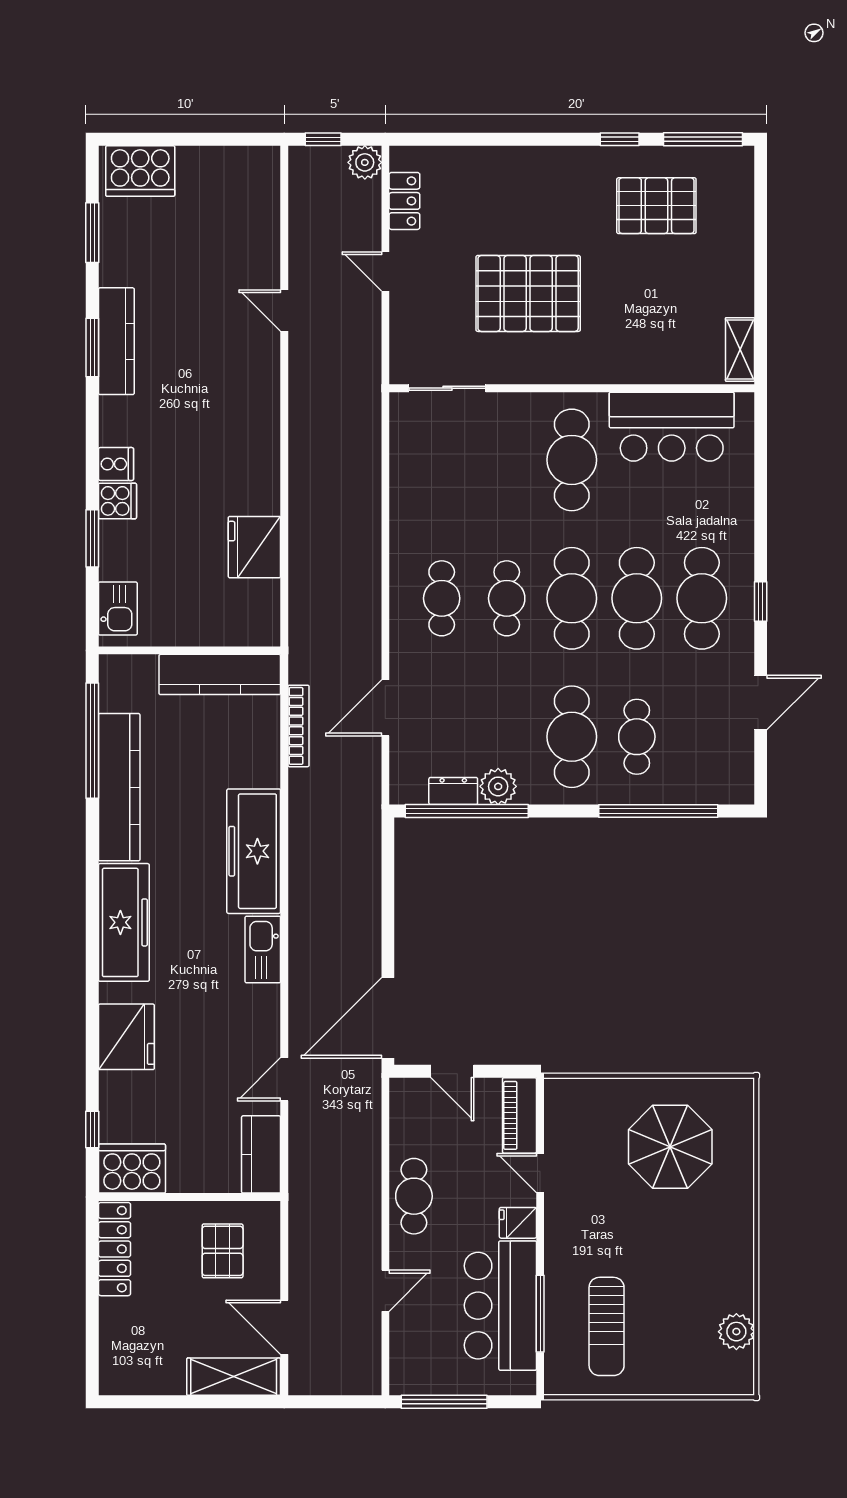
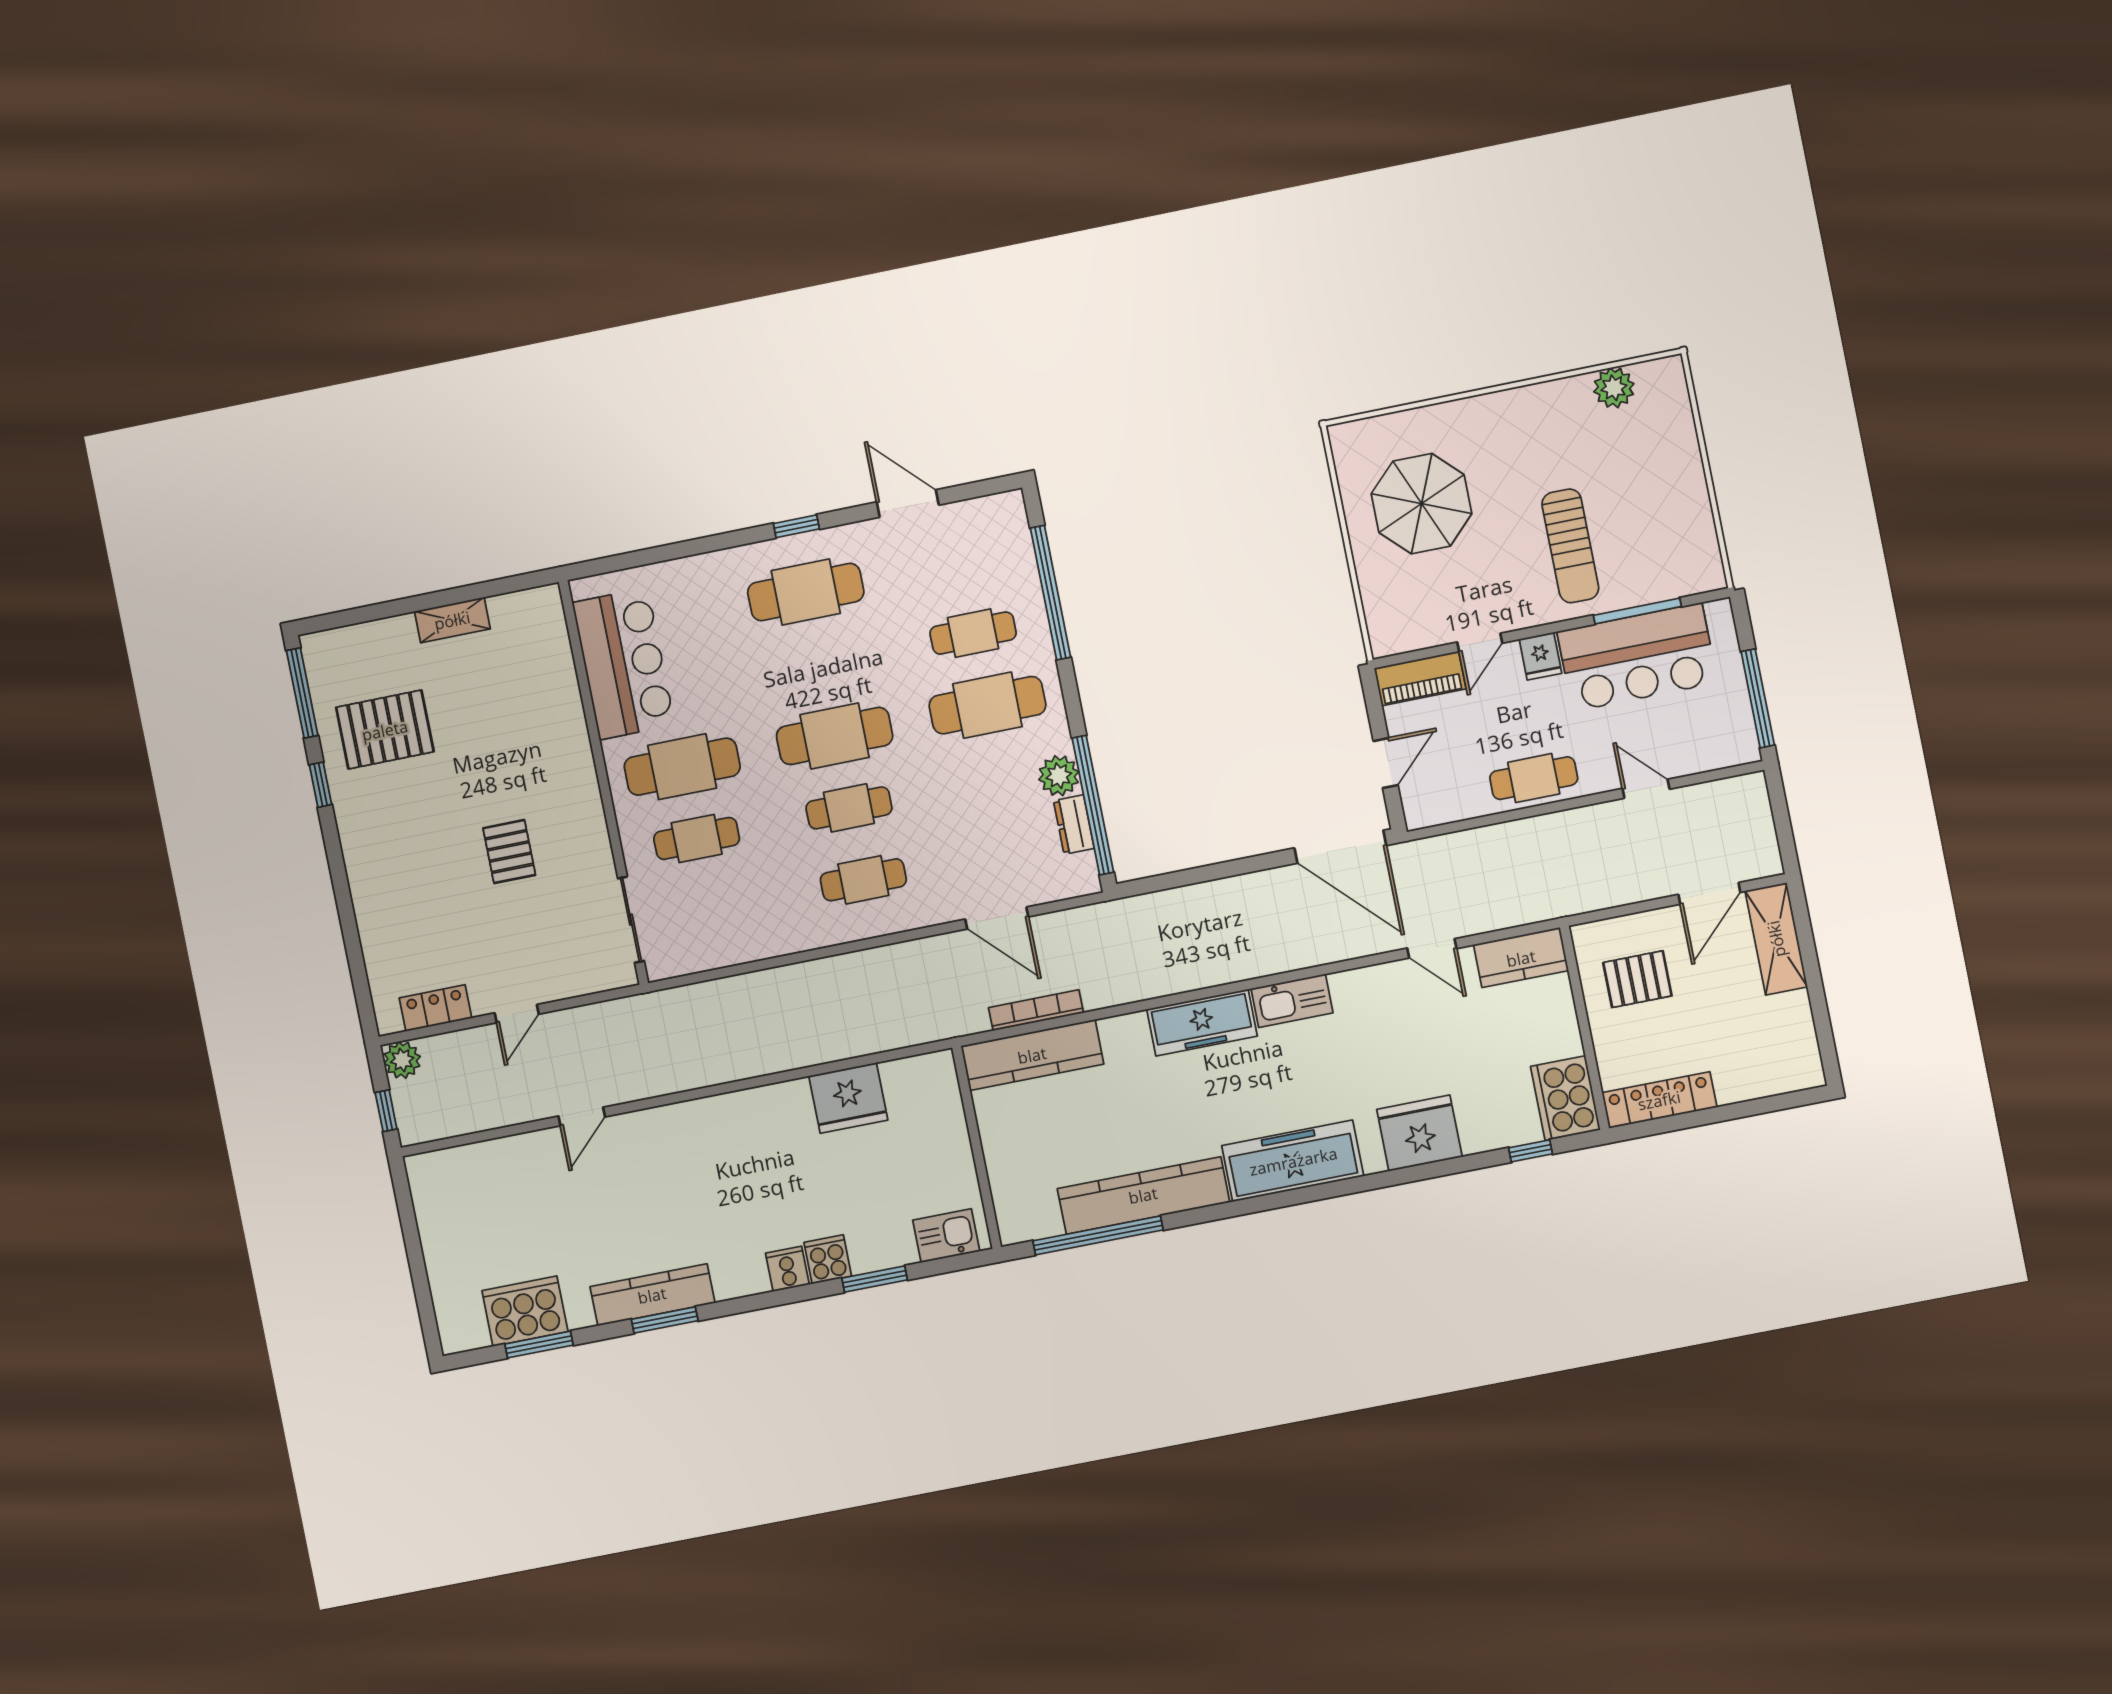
cooker: (140, 171) -> (525, 1311), moved, turned -90
pallet: (656, 206) -> (385, 730), turned 90
pallet: (528, 293) -> (509, 852), width x0.49, depth x0.50
shelving: (740, 349) -> (452, 620), moved
cafe table: (637, 598) -> (697, 838), moved, width x0.73, depth x0.74
kitchen counter: (220, 674) -> (1032, 1055), moved, turned 90
freezer: (254, 851) -> (1202, 1023), width x0.73, depth x0.79
sun lounger: (607, 1326) -> (1570, 546), moved, turned 90

